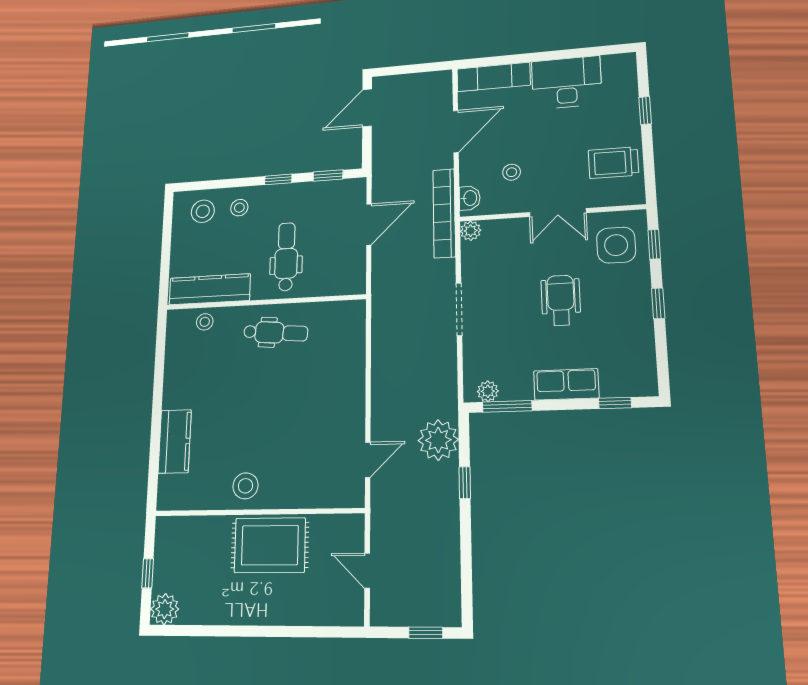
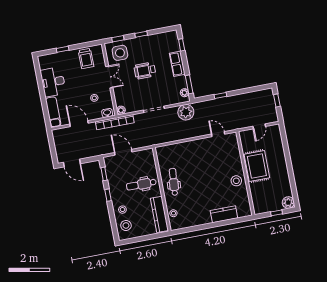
plant: (438, 440) -> (186, 112), moved

